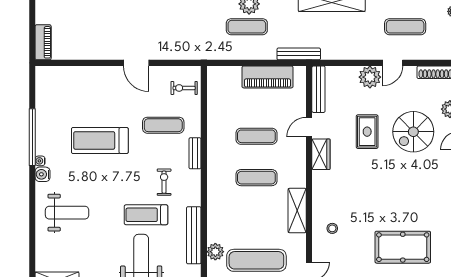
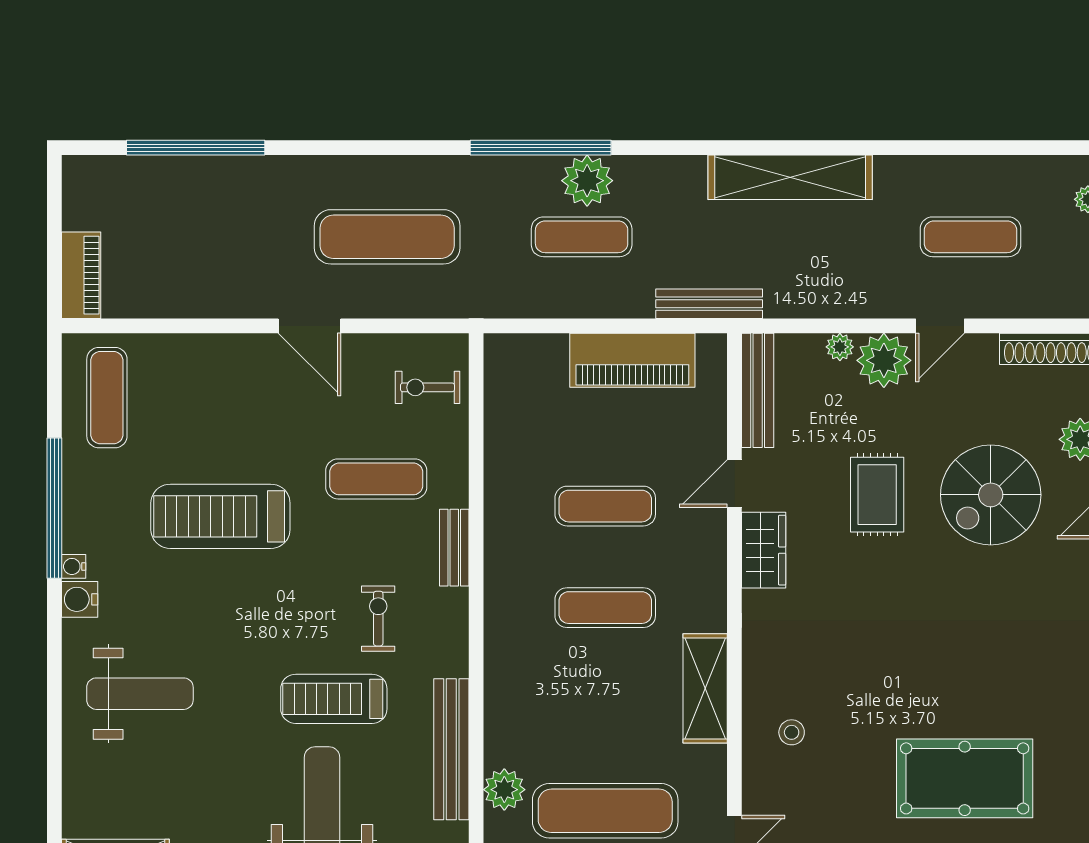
exercise mat: (168, 27) -> (387, 237), added
plant: (352, 72) -> (840, 347), added
exercise mat: (54, 92) -> (107, 398), added

